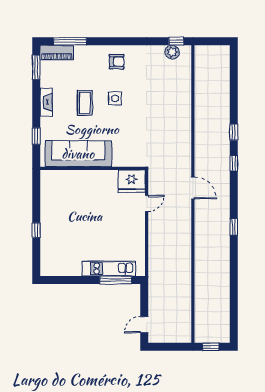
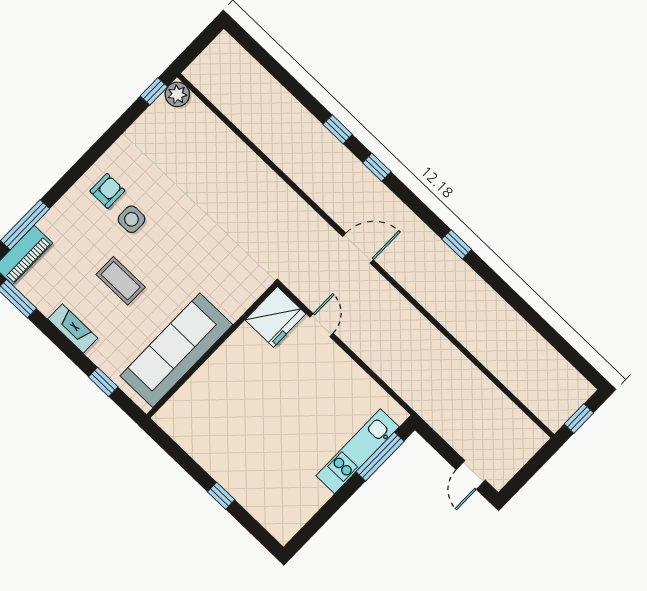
plant: (172, 52) -> (177, 94), moved
side table: (115, 98) -> (131, 219), moved

